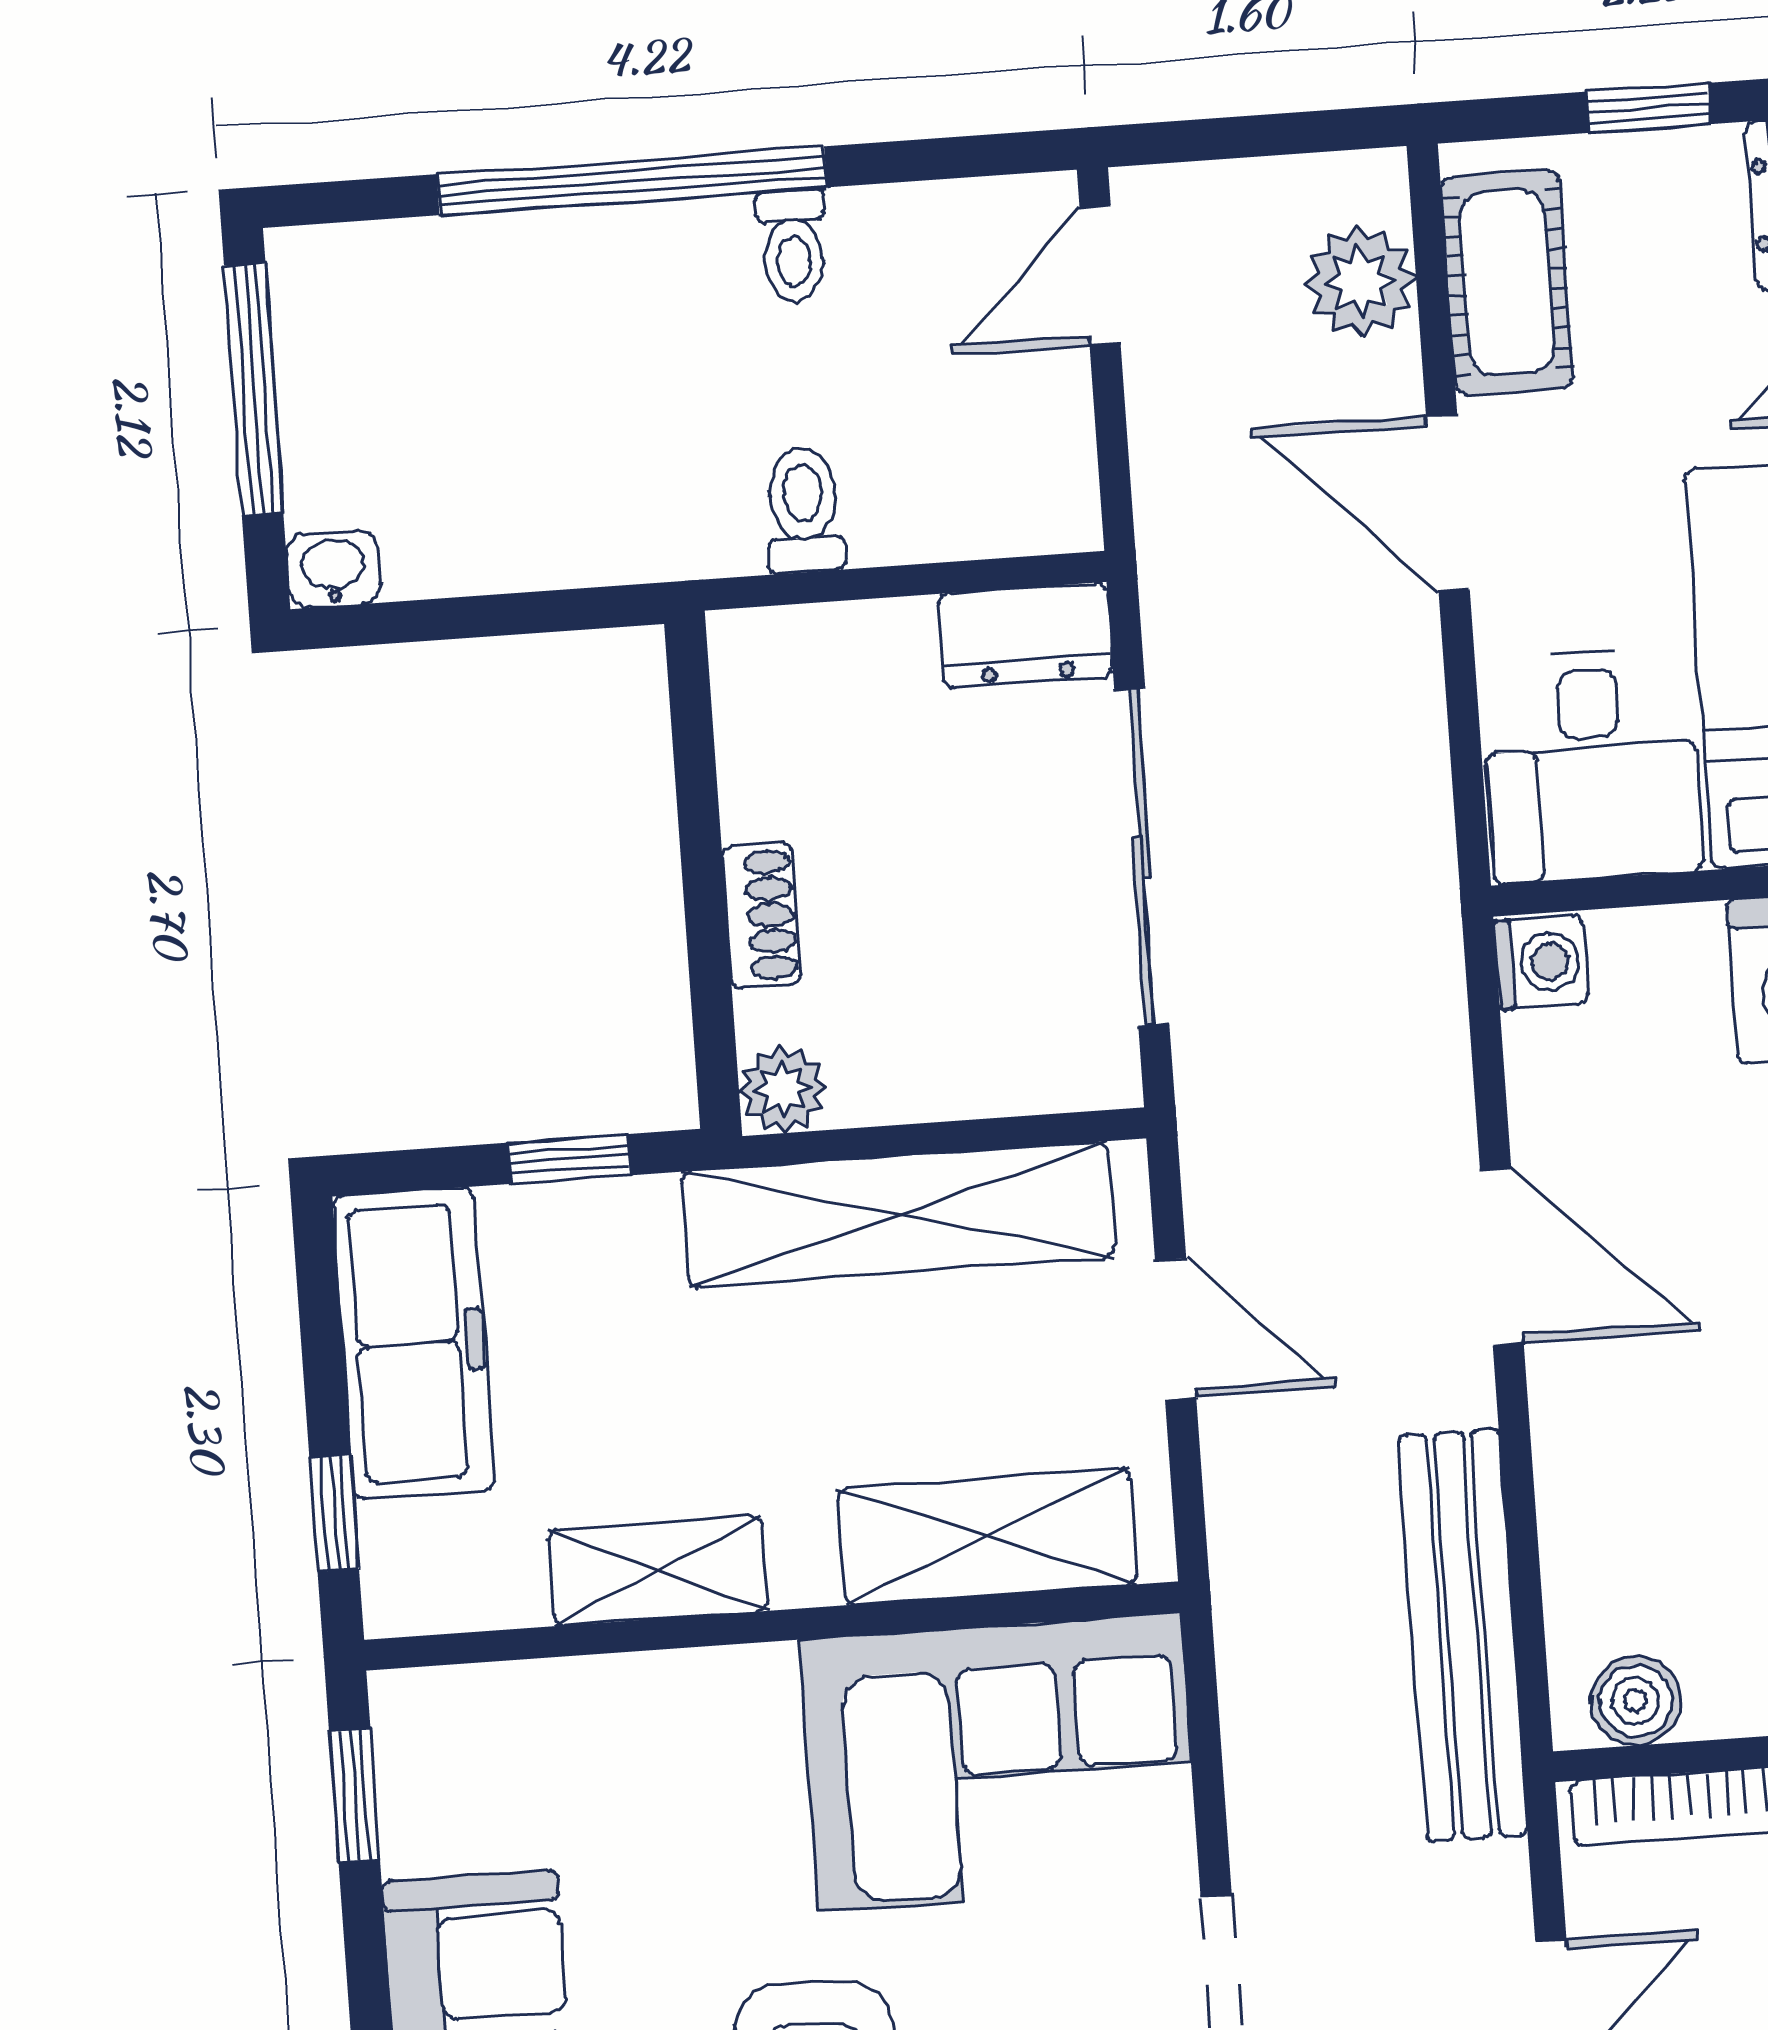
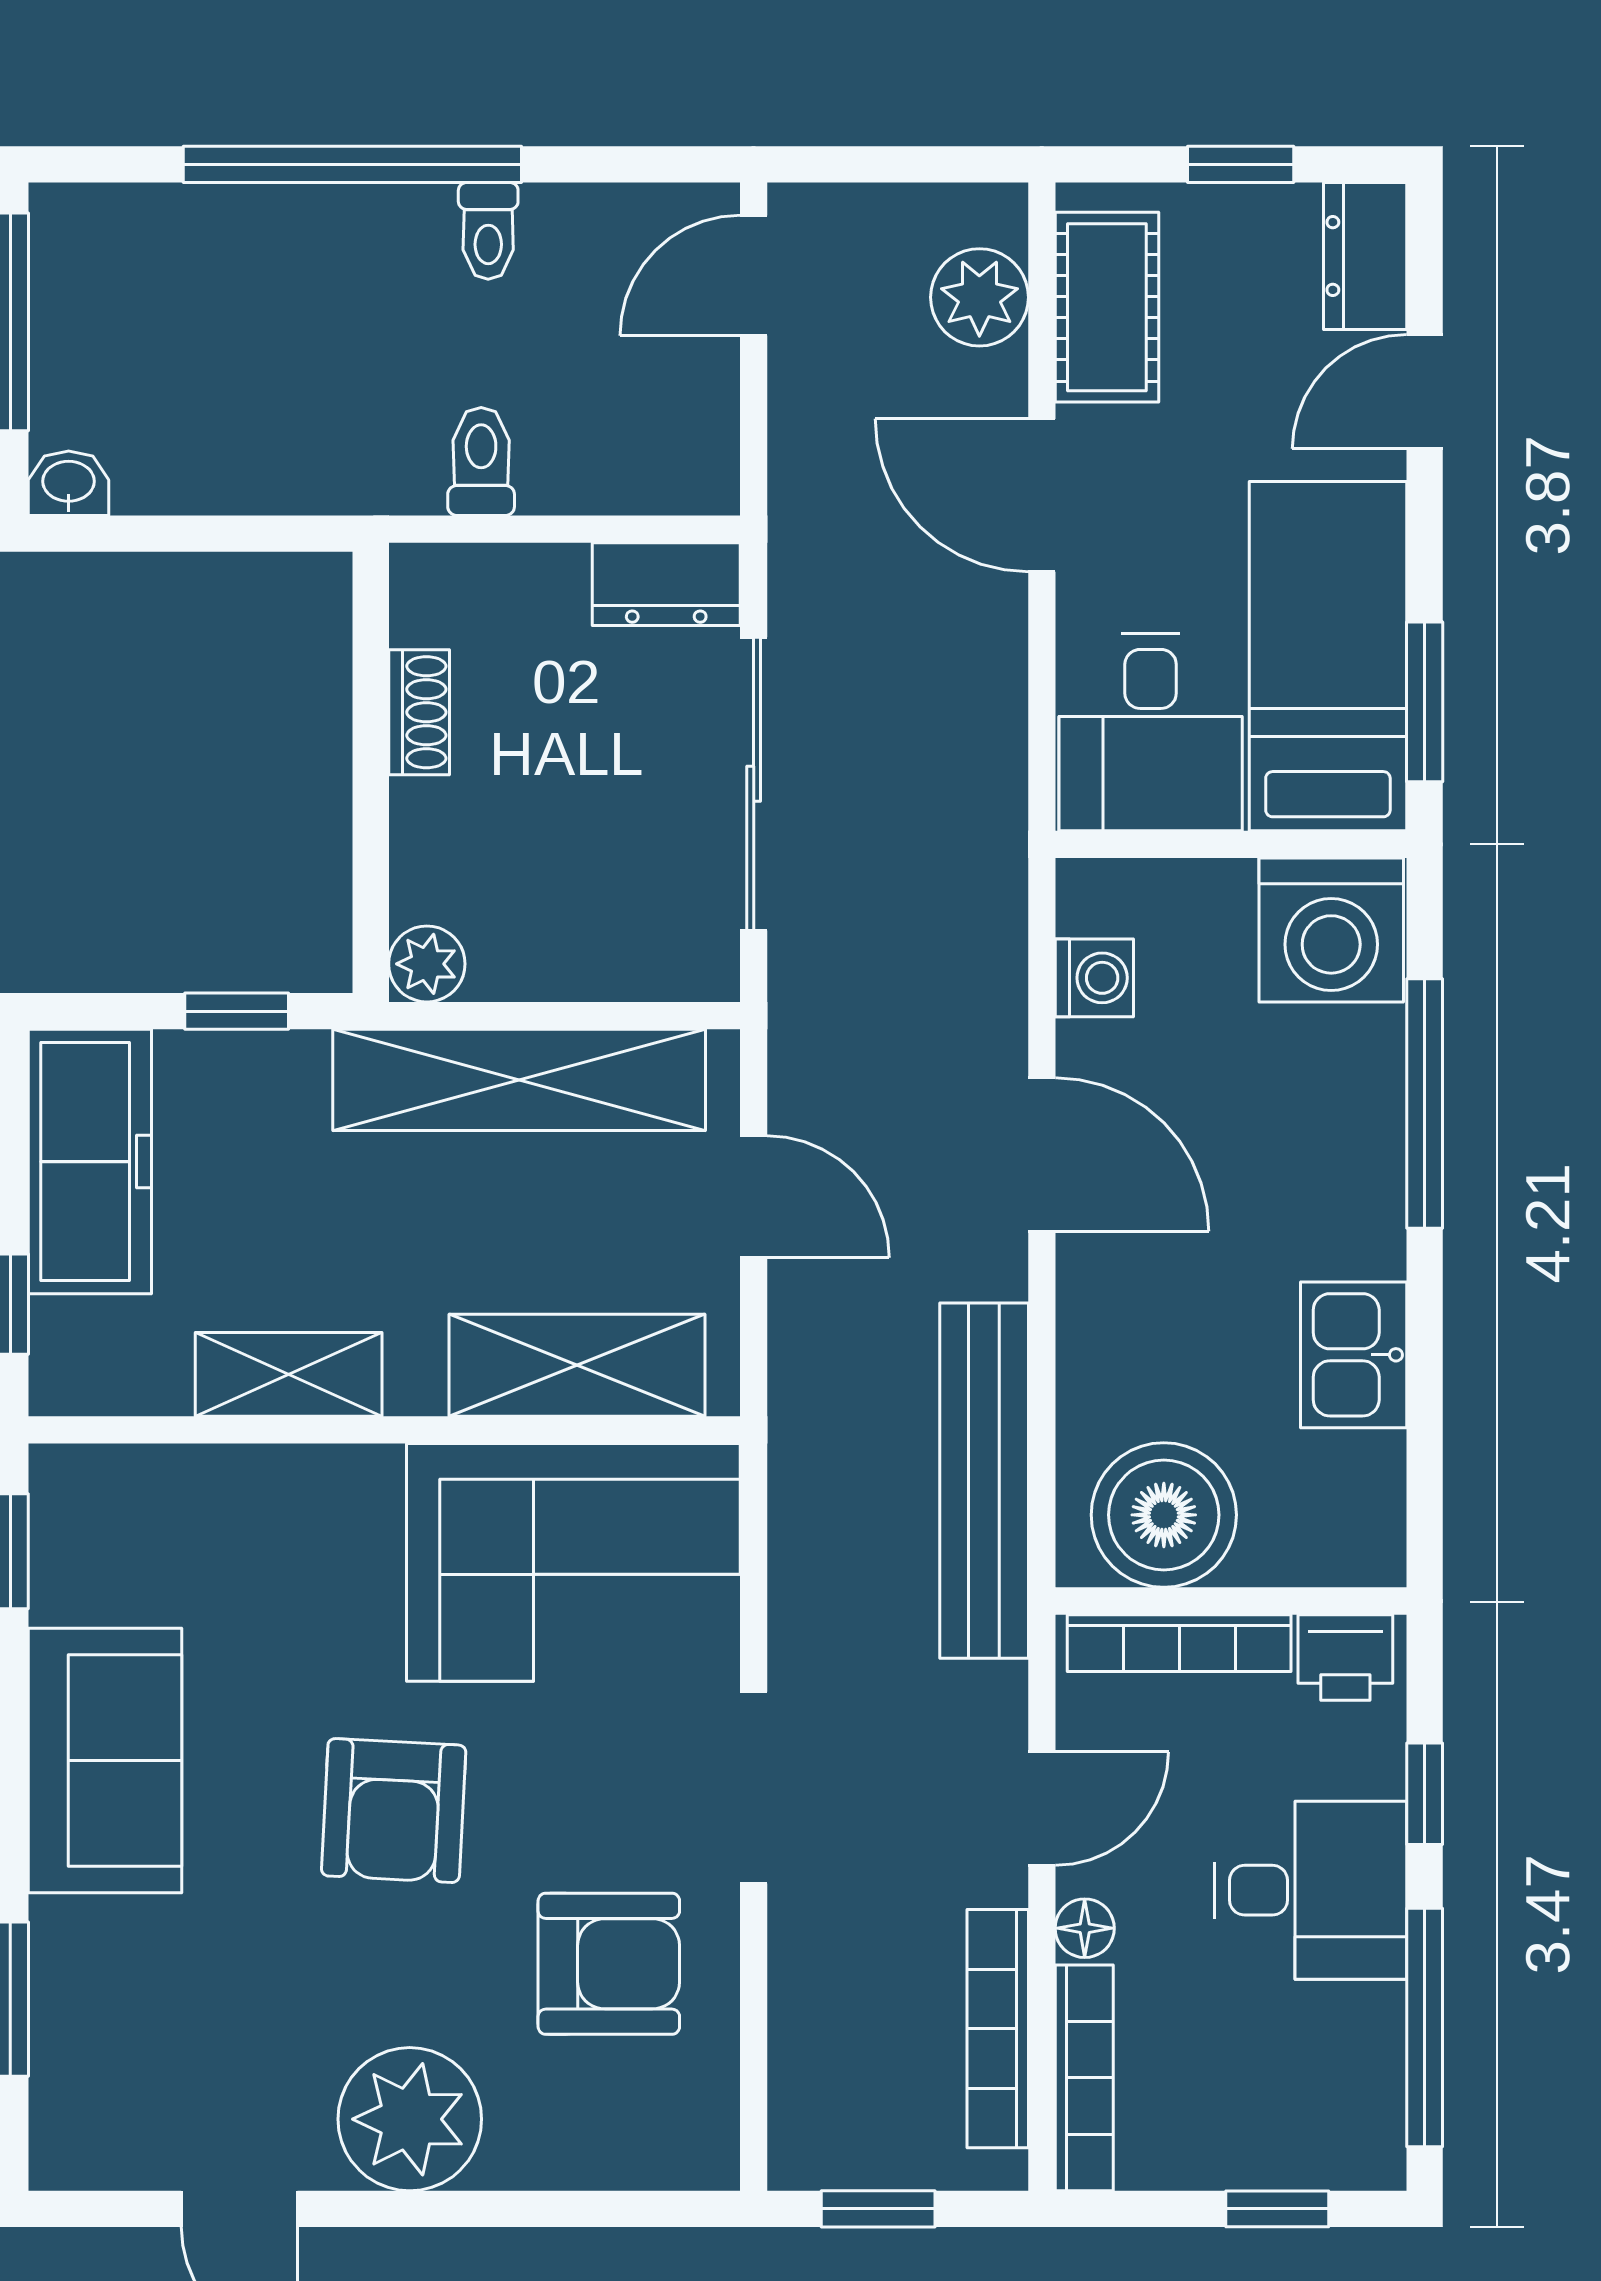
shoe rack: (761, 915) -> (419, 712), moved
washing machine: (1541, 962) -> (1094, 978), moved
boiler: (1635, 1701) -> (1164, 1515), width x1.86, depth x1.86

